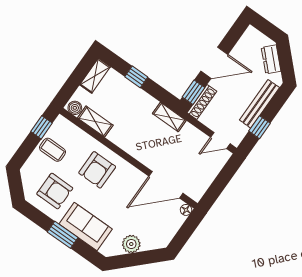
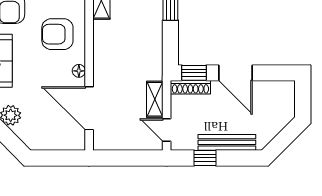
dresser: (271, 59) -> (276, 124), removed
shelving: (169, 117) -> (155, 99), moved
floor lamp: (186, 210) -> (79, 71), moved

